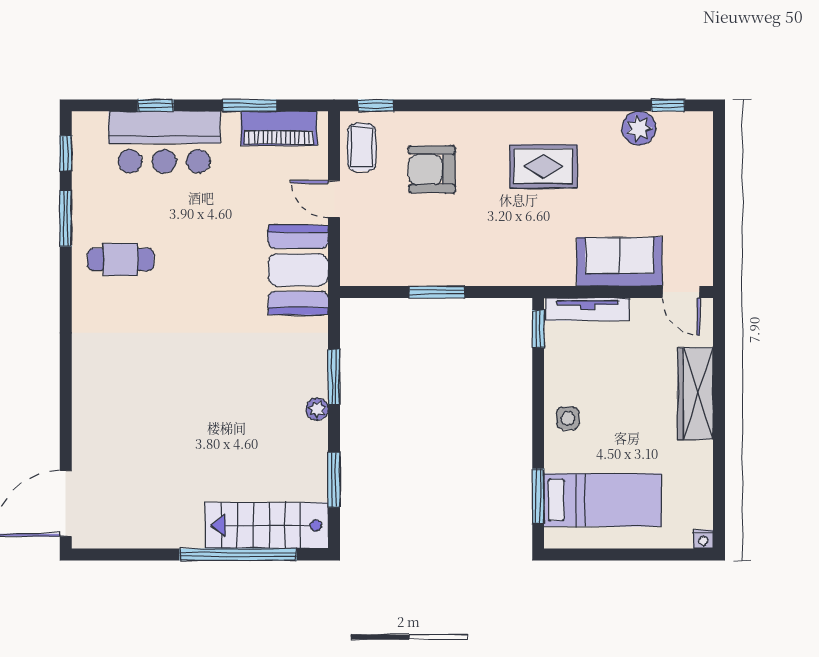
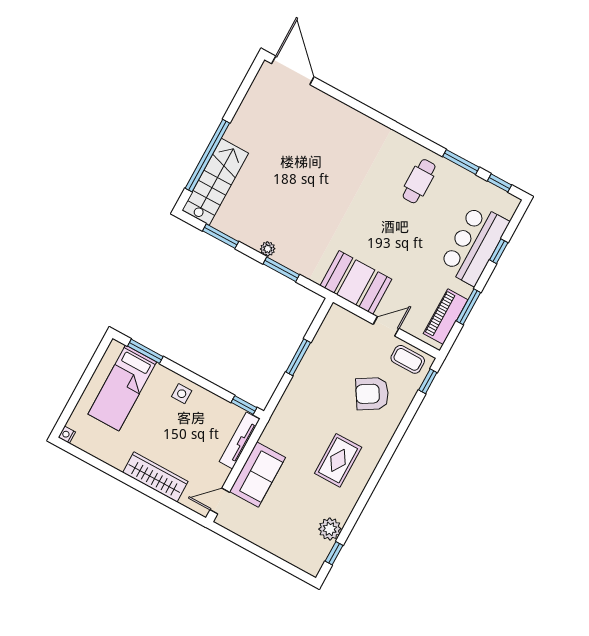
armchair: (432, 169) -> (372, 394), turned -121

